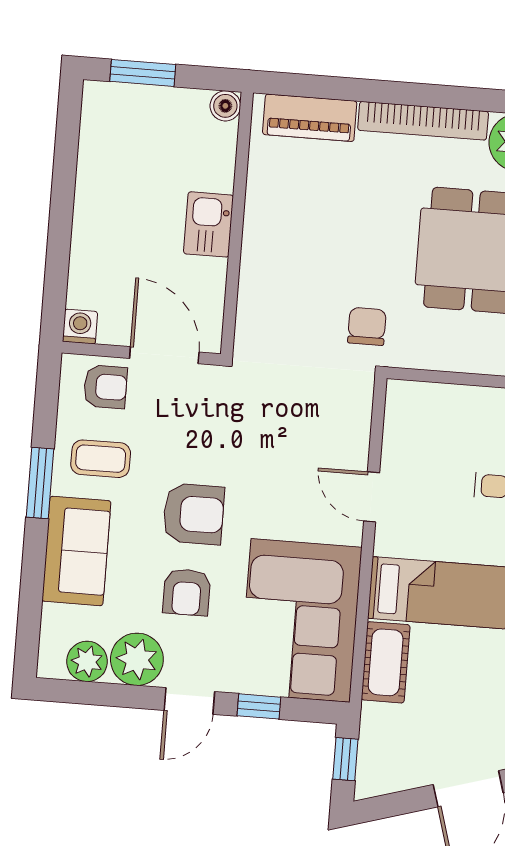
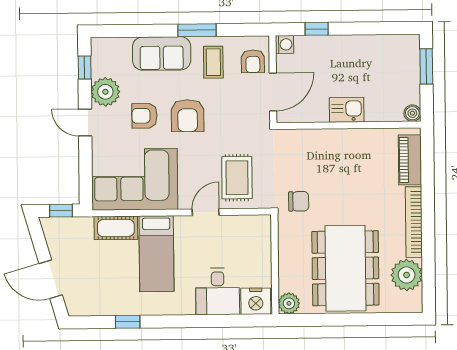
window: (57, 266) -> (317, 29), added
rug: (314, 434) -> (237, 178), added
plant: (87, 661) -> (102, 65), removed
window: (259, 706) -> (85, 67), moved

